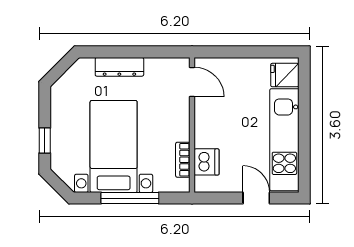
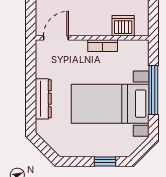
bookcase: (183, 160) -> (103, 46), moved

